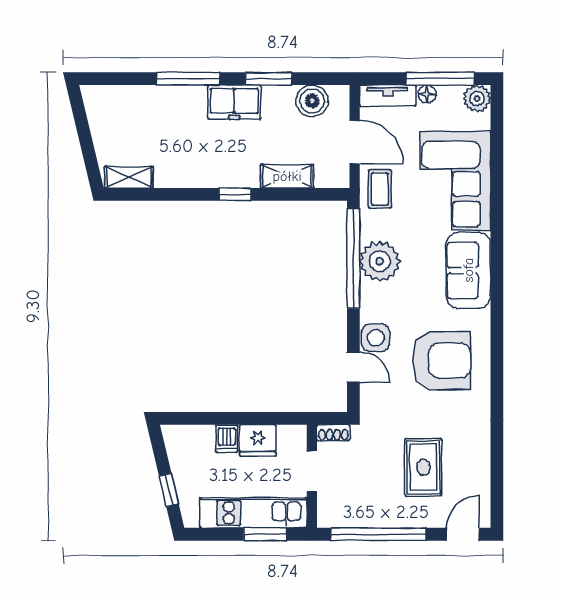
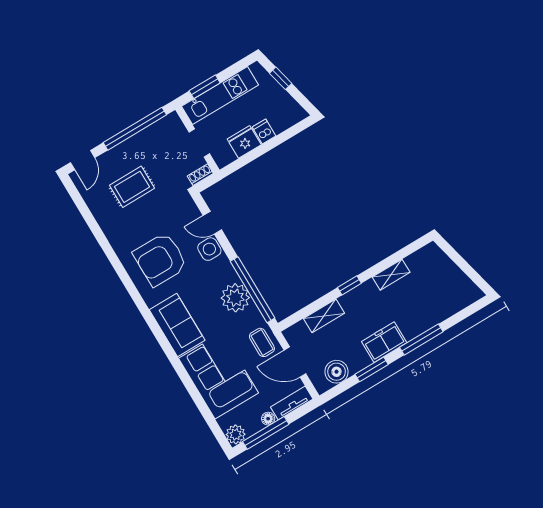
shelving: (129, 177) -> (391, 275), moved
rug: (423, 467) -> (132, 187), turned 90

